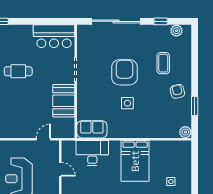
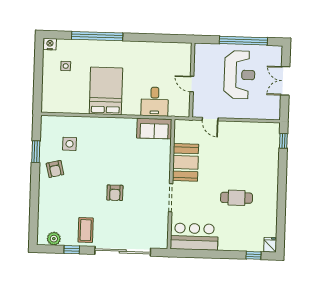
coffee table: (163, 63) -> (86, 230), moved
armchair: (124, 72) -> (115, 193), width x0.53, depth x0.53
side table: (127, 103) -> (70, 144), moved
plant: (185, 132) -> (47, 122), removed
door: (43, 139) -> (210, 119), hinge flipped
desk: (92, 153) -> (155, 102), width x0.73

